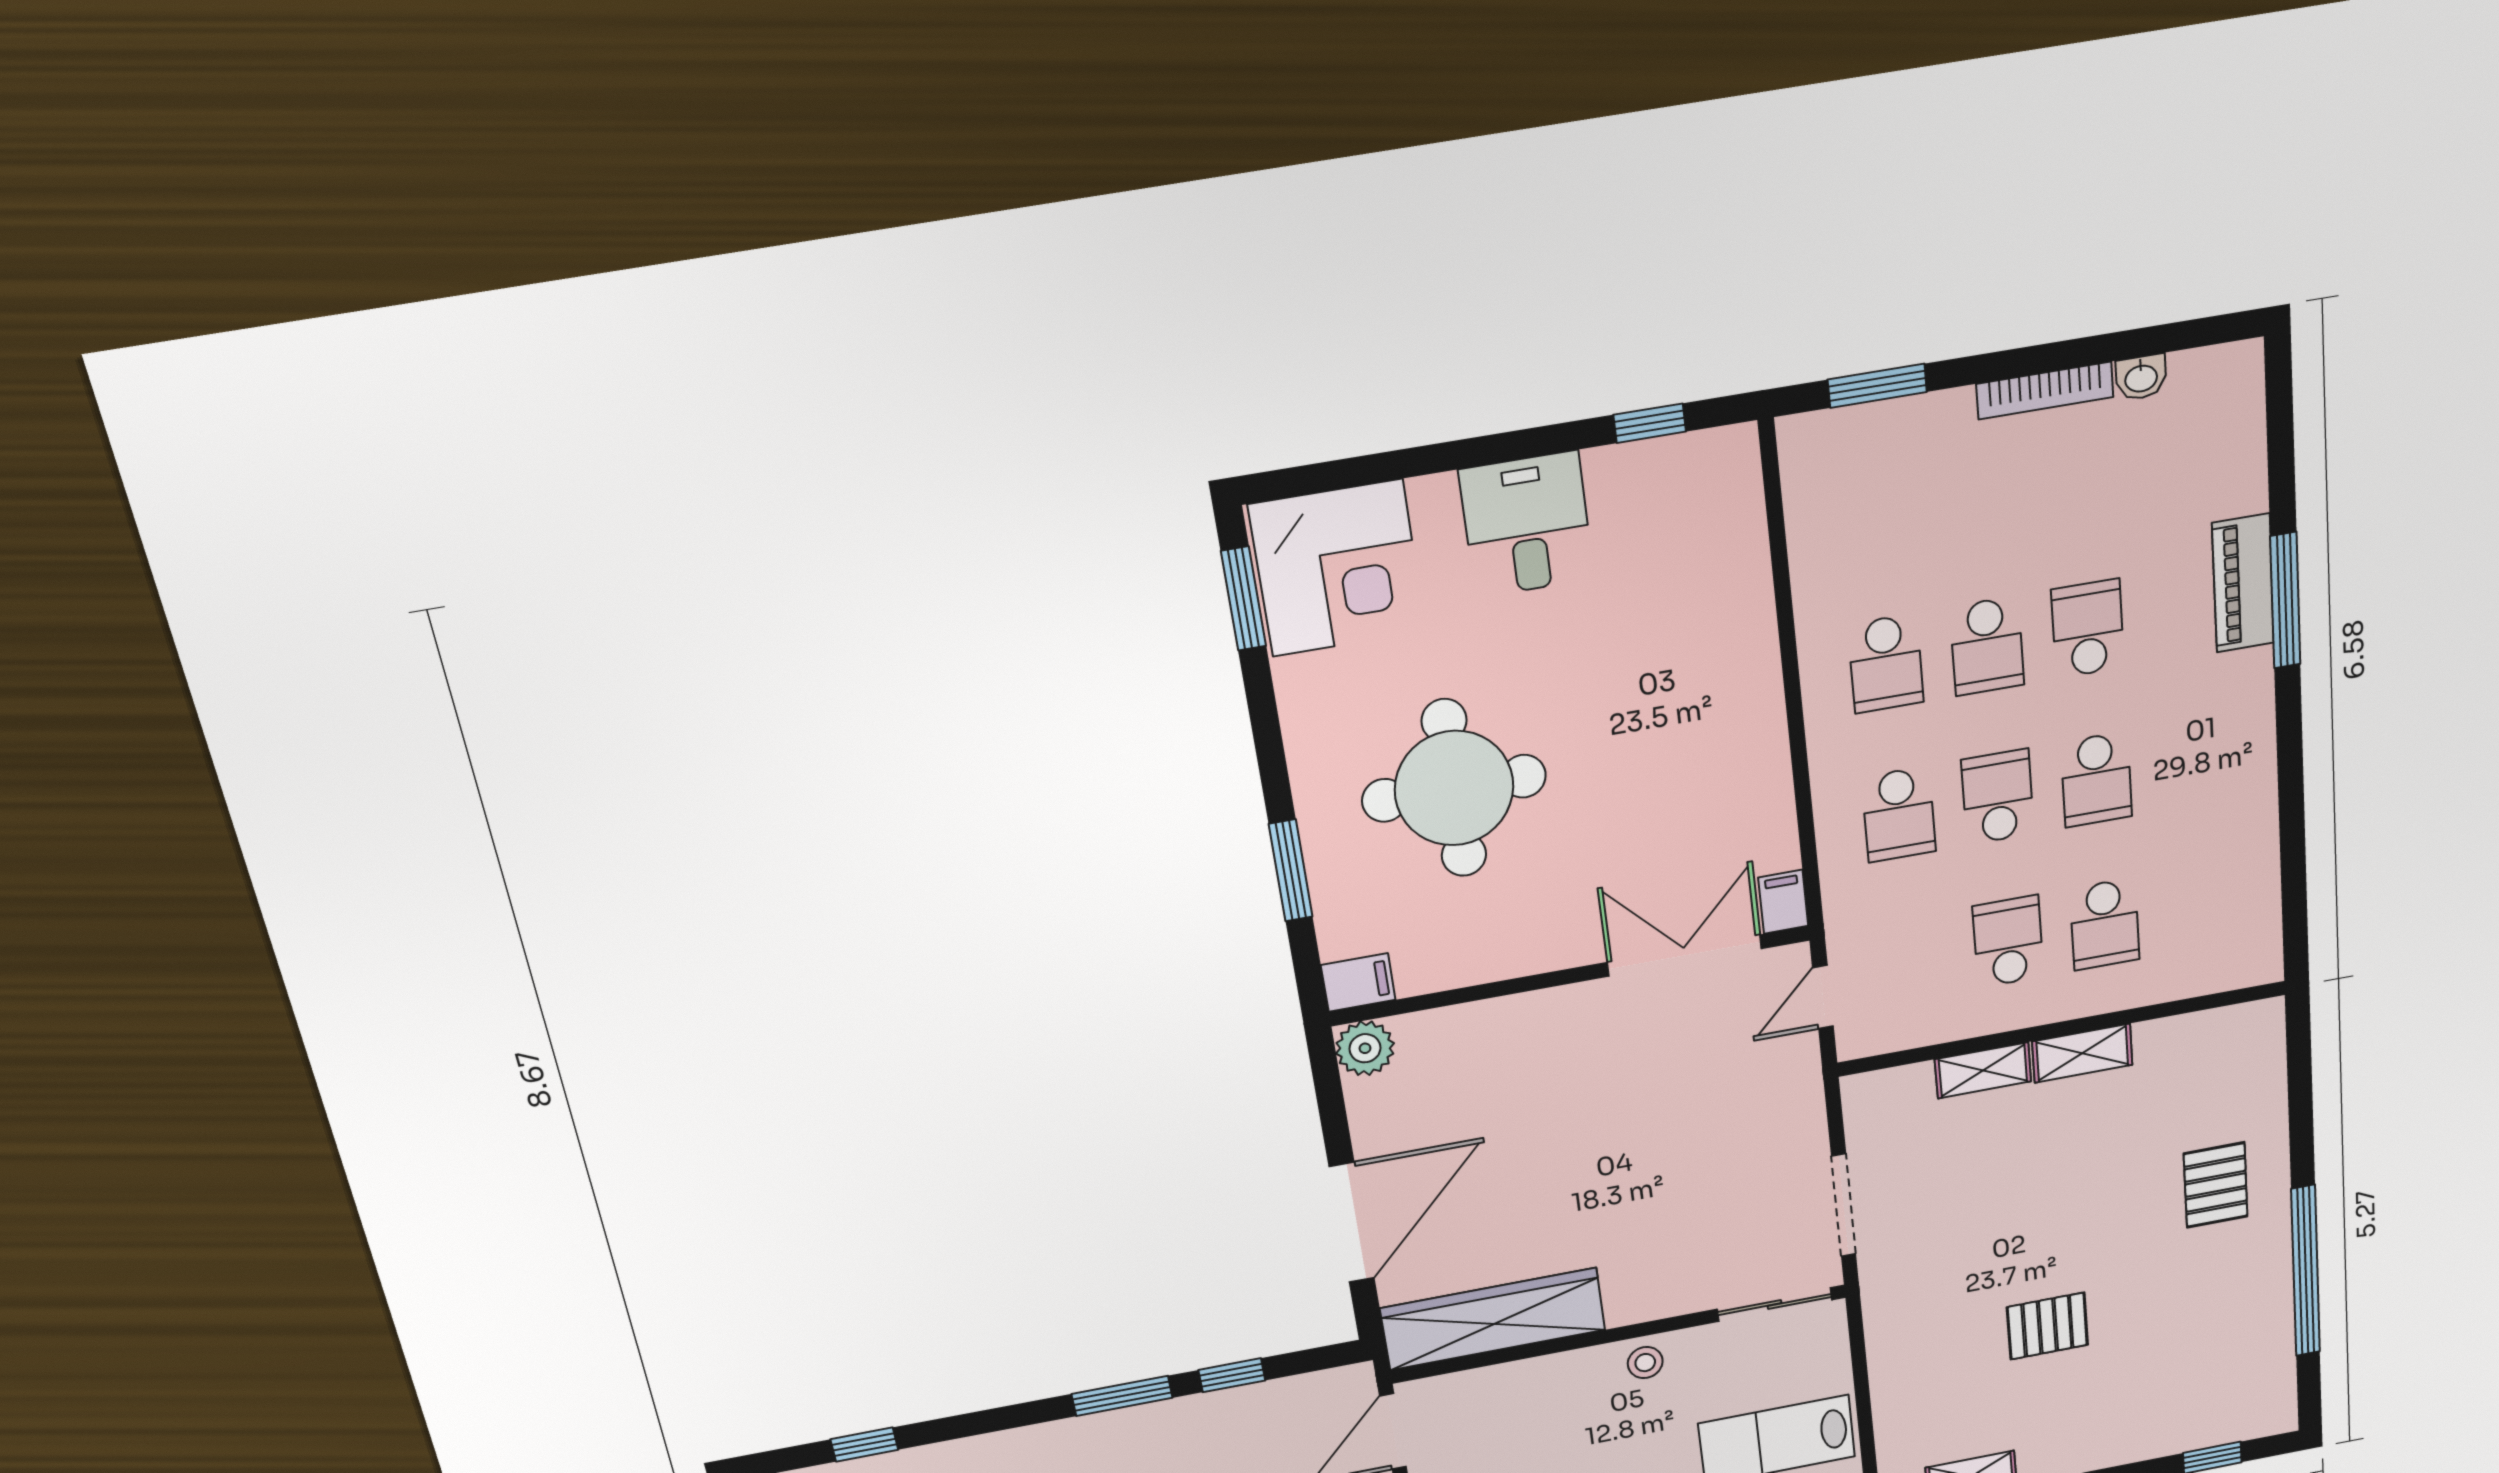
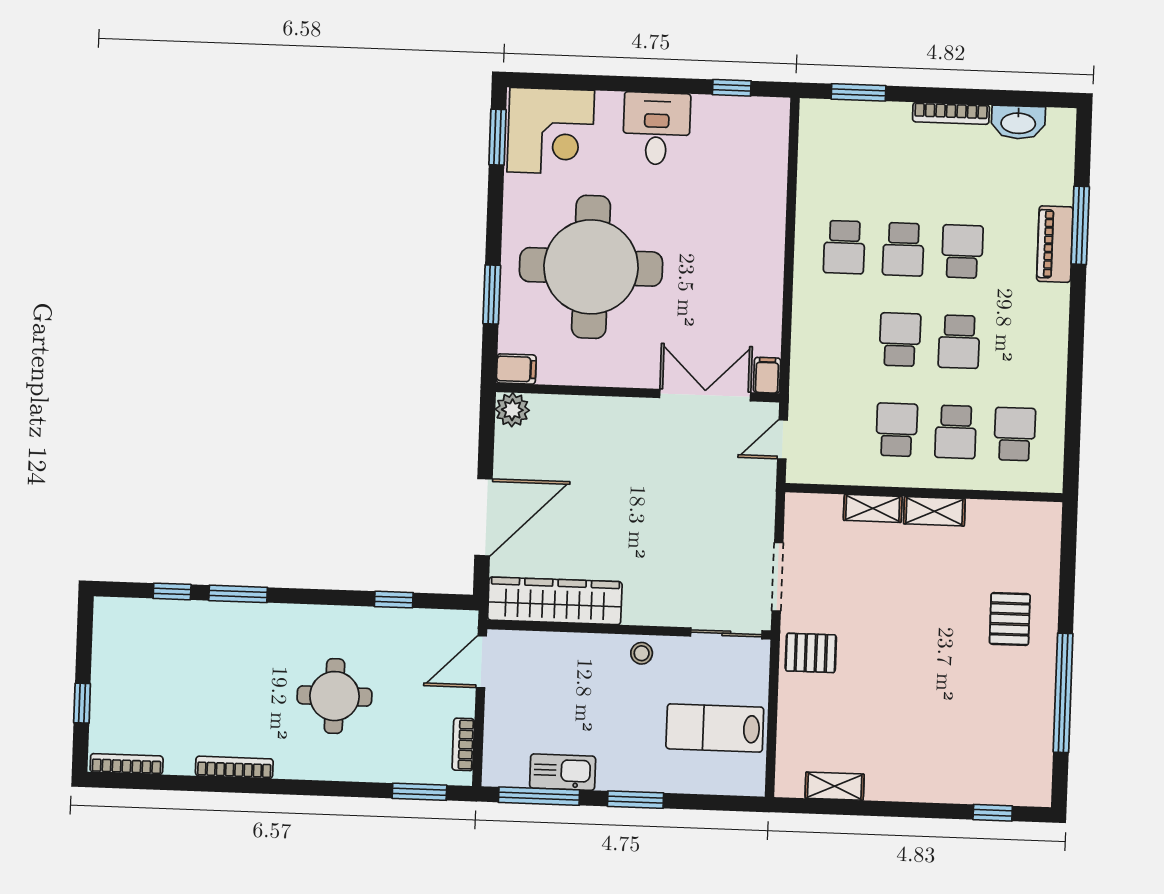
washbasin: (2141, 377) -> (1018, 122), width x1.91, depth x1.45
window: (2285, 601) -> (1080, 225), moved
round table: (1454, 788) -> (591, 267), width x1.36, depth x1.36
school desk: (1899, 814) -> (1015, 434), moved, turned 180
pallet: (2047, 1326) -> (811, 653), moved
window: (1122, 1396) -> (238, 594), moved

